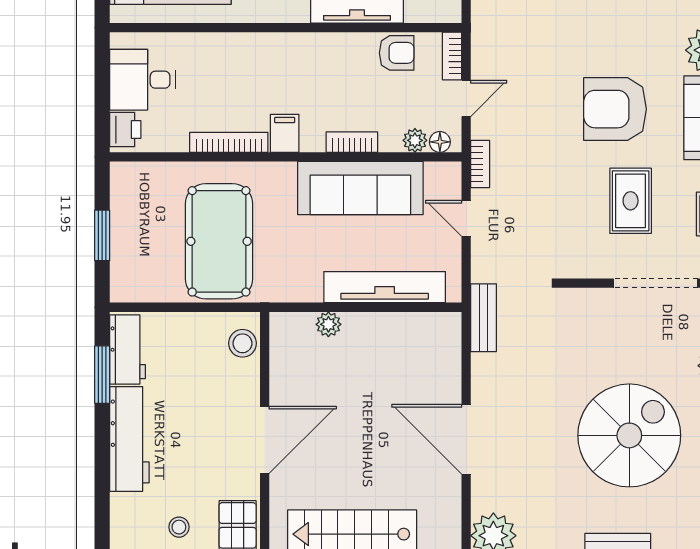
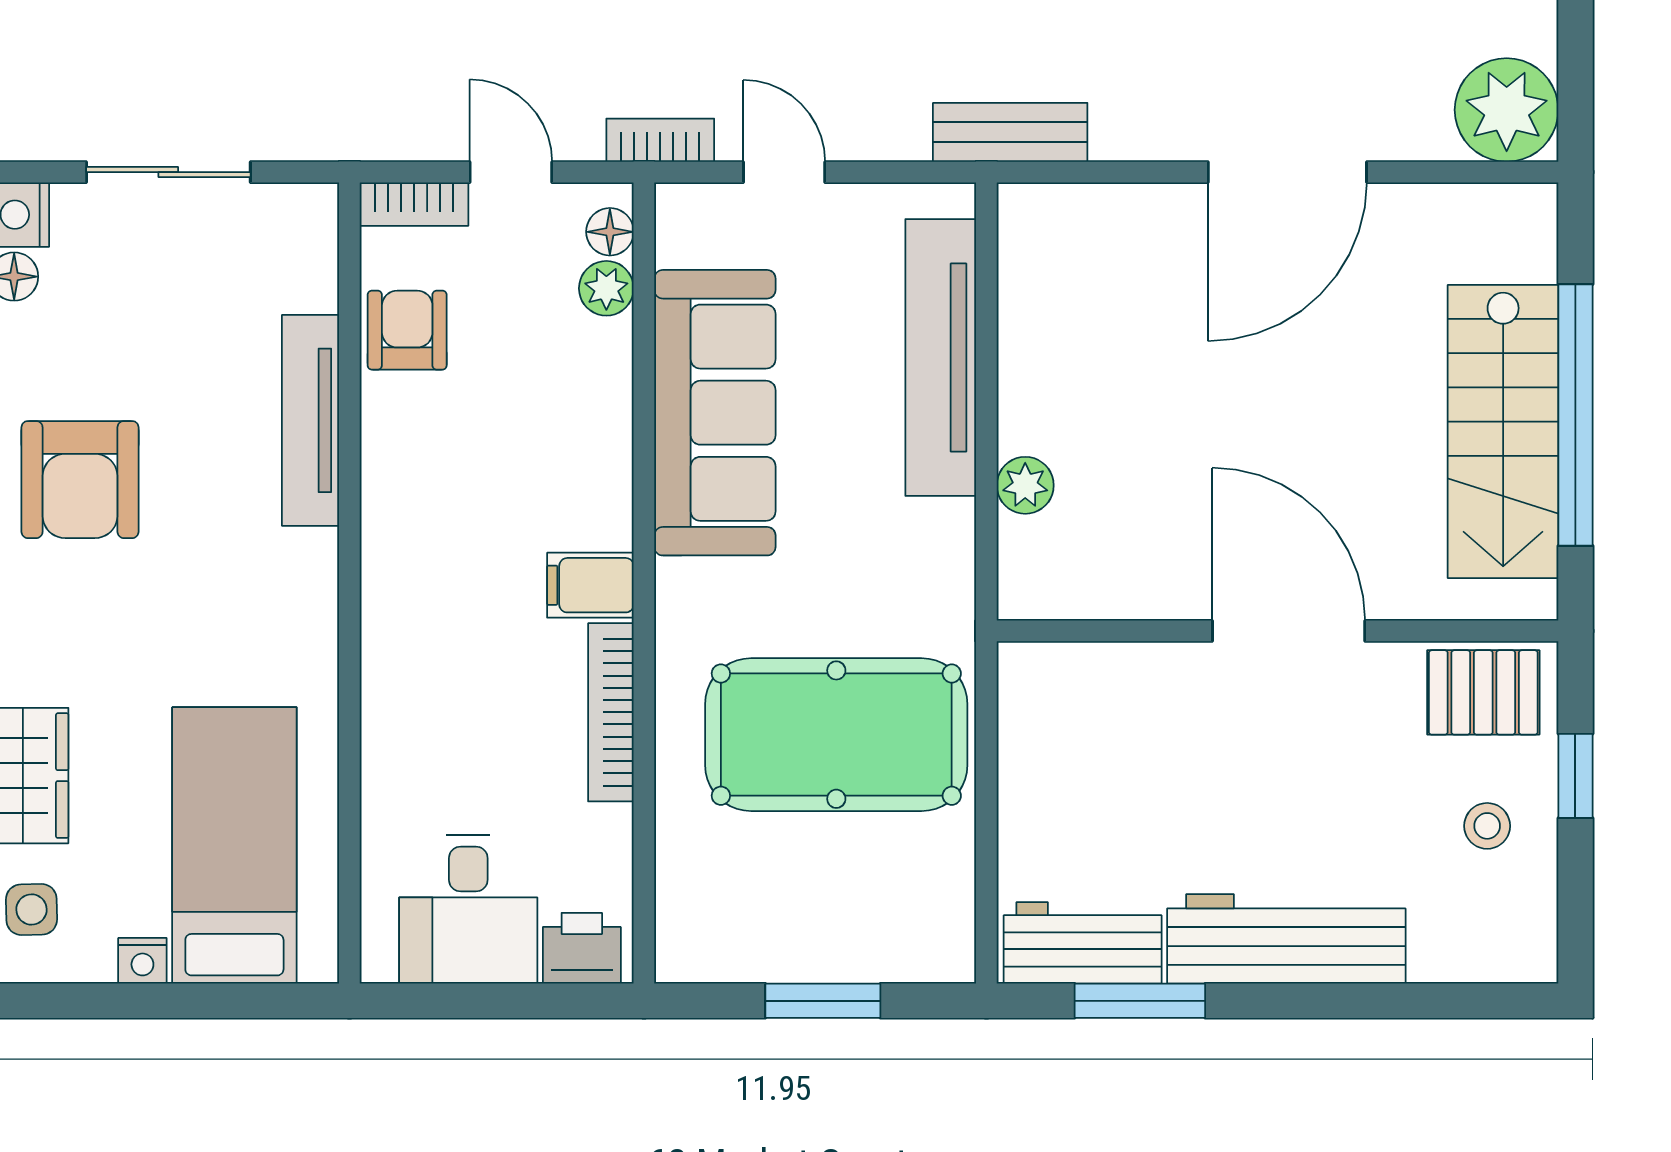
bookcase: (352, 142) -> (610, 432), removed
door: (466, 218) -> (784, 172), swing flipped
stool: (242, 343) -> (1069, 681), removed

